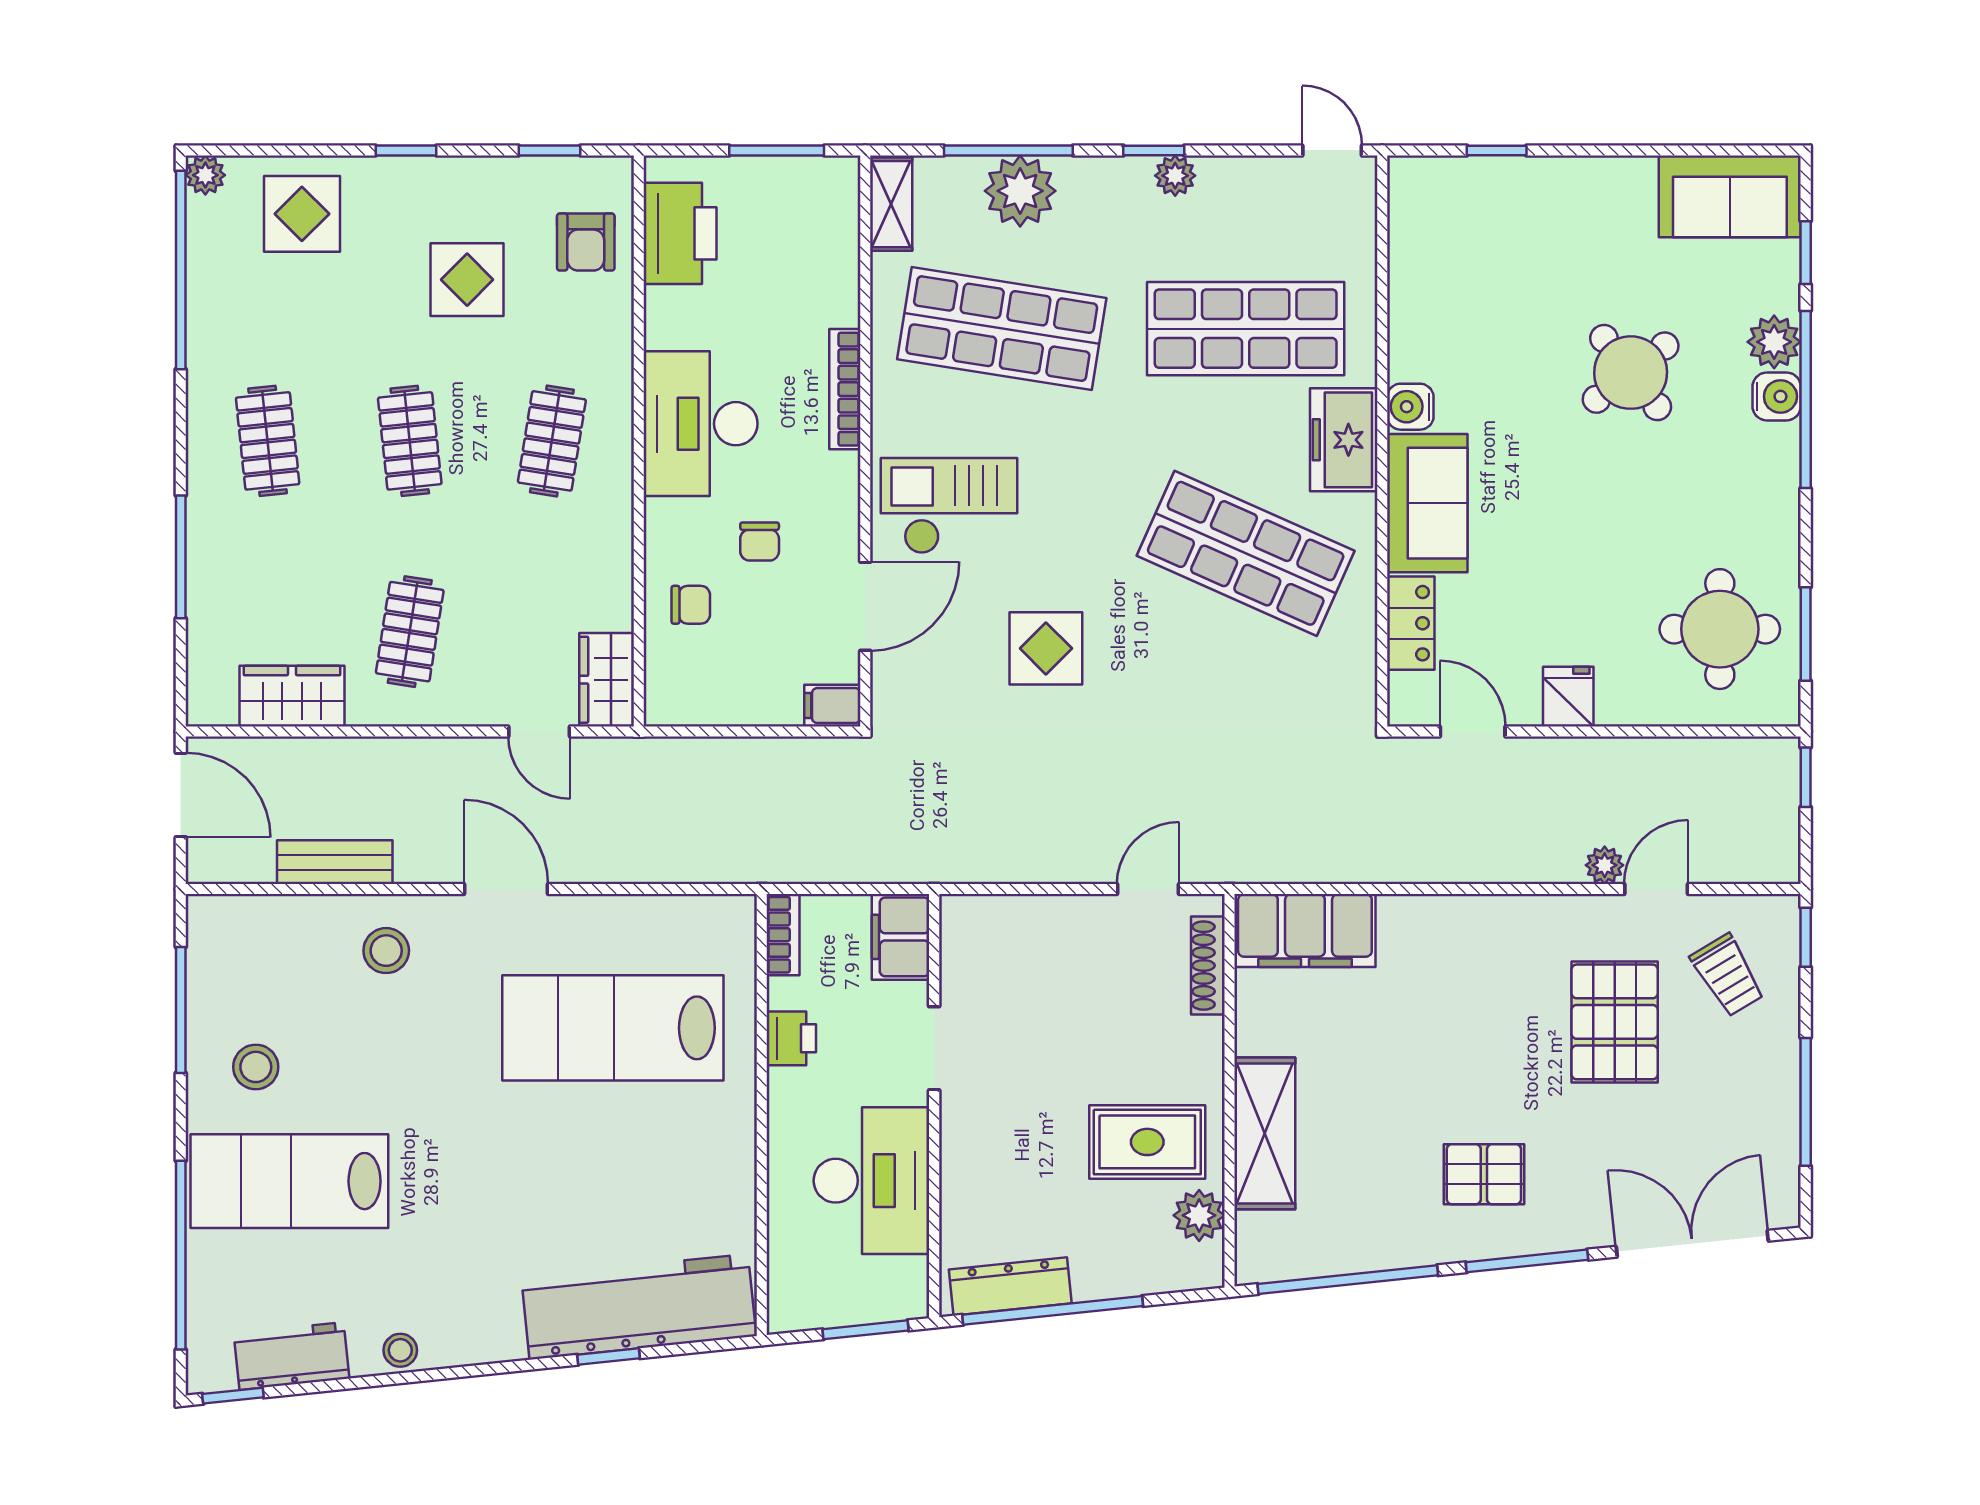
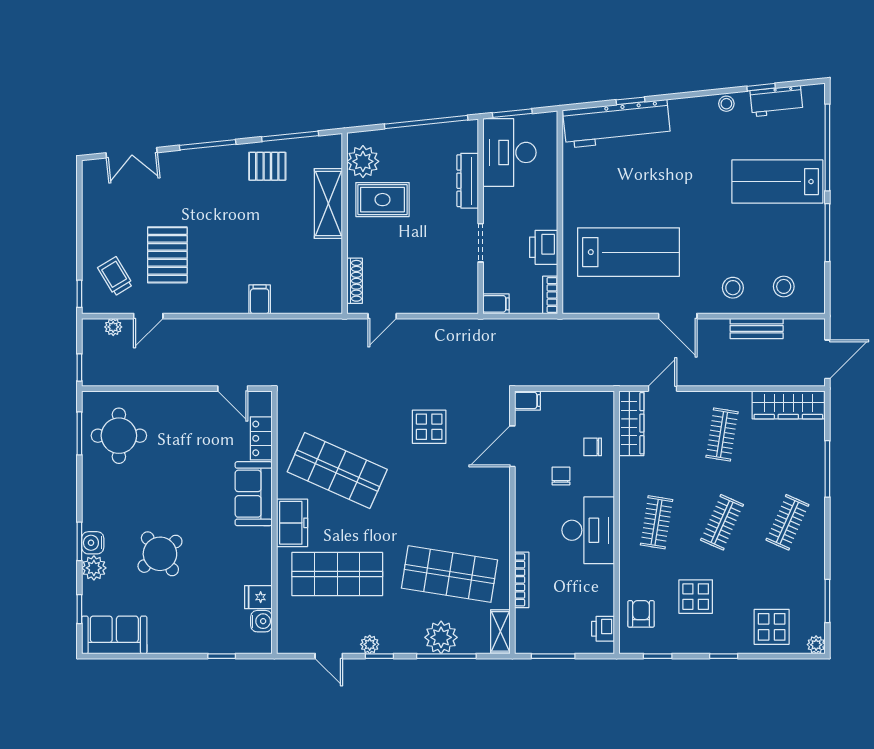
door: (1332, 150) -> (329, 656), moved
printer: (680, 233) -> (603, 629), width x0.53, depth x0.68
window: (181, 270) -> (827, 601), width x0.47
bookcase: (845, 389) -> (522, 580), moved
window: (1806, 399) -> (79, 541), width x0.47
water cooler: (1410, 407) -> (261, 621), moved
clothes rail: (268, 441) -> (787, 522), turned 30
clothes rail: (410, 441) -> (722, 522), turned 30
checkout: (949, 506) -> (474, 492), removed
wardrobe: (607, 680) -> (631, 423), width x1.50
wardrobe: (292, 696) -> (788, 405), width x1.50
fridge: (1568, 697) -> (258, 597), moved, turned 90
door: (539, 731) -> (662, 389), hinge flipped
door: (181, 795) -> (827, 359), swing flipped
plant: (1605, 865) -> (113, 327), moved
filing cabinet: (1305, 930) -> (260, 299), moved, width x0.33, depth x0.86
filing cabinet: (901, 937) -> (496, 304), width x0.50
window: (181, 1010) -> (827, 233), moved
printer: (791, 1038) -> (544, 247), width x1.36, depth x1.24
stool: (256, 1067) -> (784, 286), moved
window: (1806, 1102) -> (79, 218), removed
pallet: (1484, 1174) -> (267, 166), moved
lab bench: (289, 1181) -> (777, 182), turned 180
desk: (871, 1181) -> (509, 152), moved
plant: (1199, 1215) -> (363, 161), width x1.36, depth x1.36
double door: (1692, 1244) -> (132, 153), width x0.73
window: (1348, 1280) -> (290, 136), width x0.68
dresser: (1010, 1286) -> (468, 181), moved, turned 96
window: (233, 1396) -> (761, 87), moved

